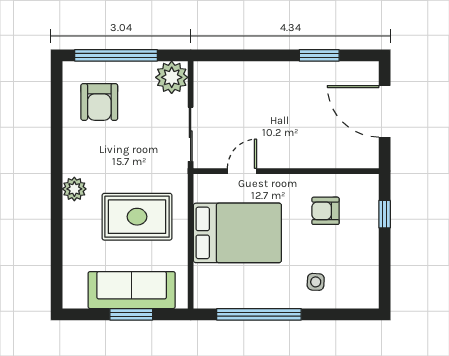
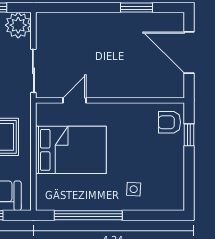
armchair: (325, 211) -> (169, 122), moved

